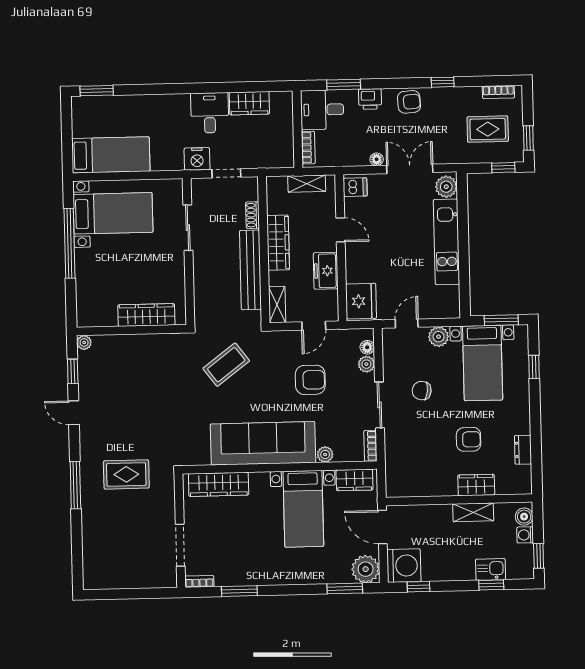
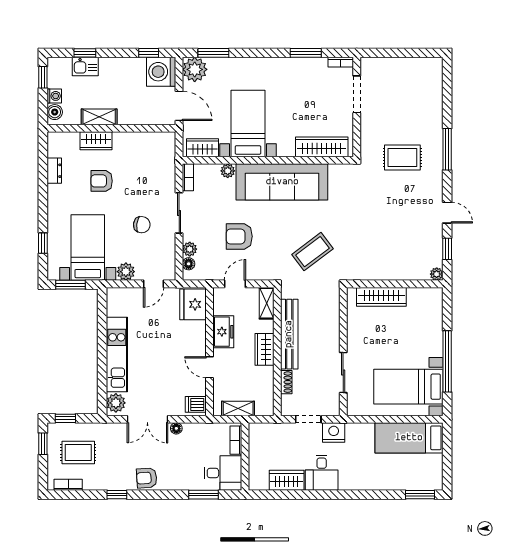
printer: (370, 99) -> (181, 481), removed
wardrobe: (278, 243) -> (264, 349), width x0.67

